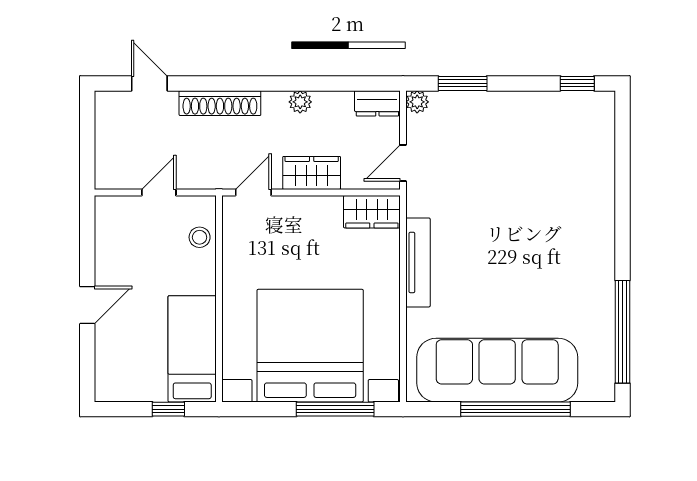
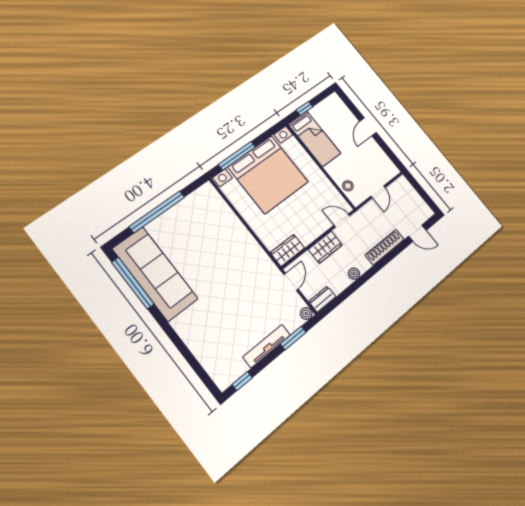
door: (253, 192) -> (342, 221), swing flipped
tv unit: (418, 262) -> (267, 346), moved, turned 90
sofa: (497, 370) -> (155, 274), moved, turned -90

